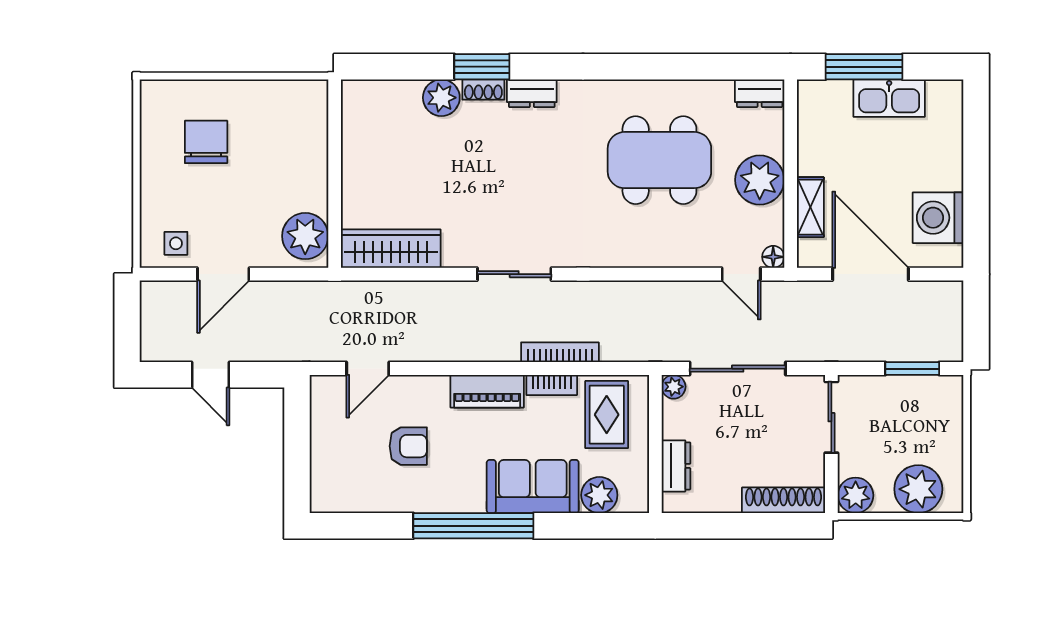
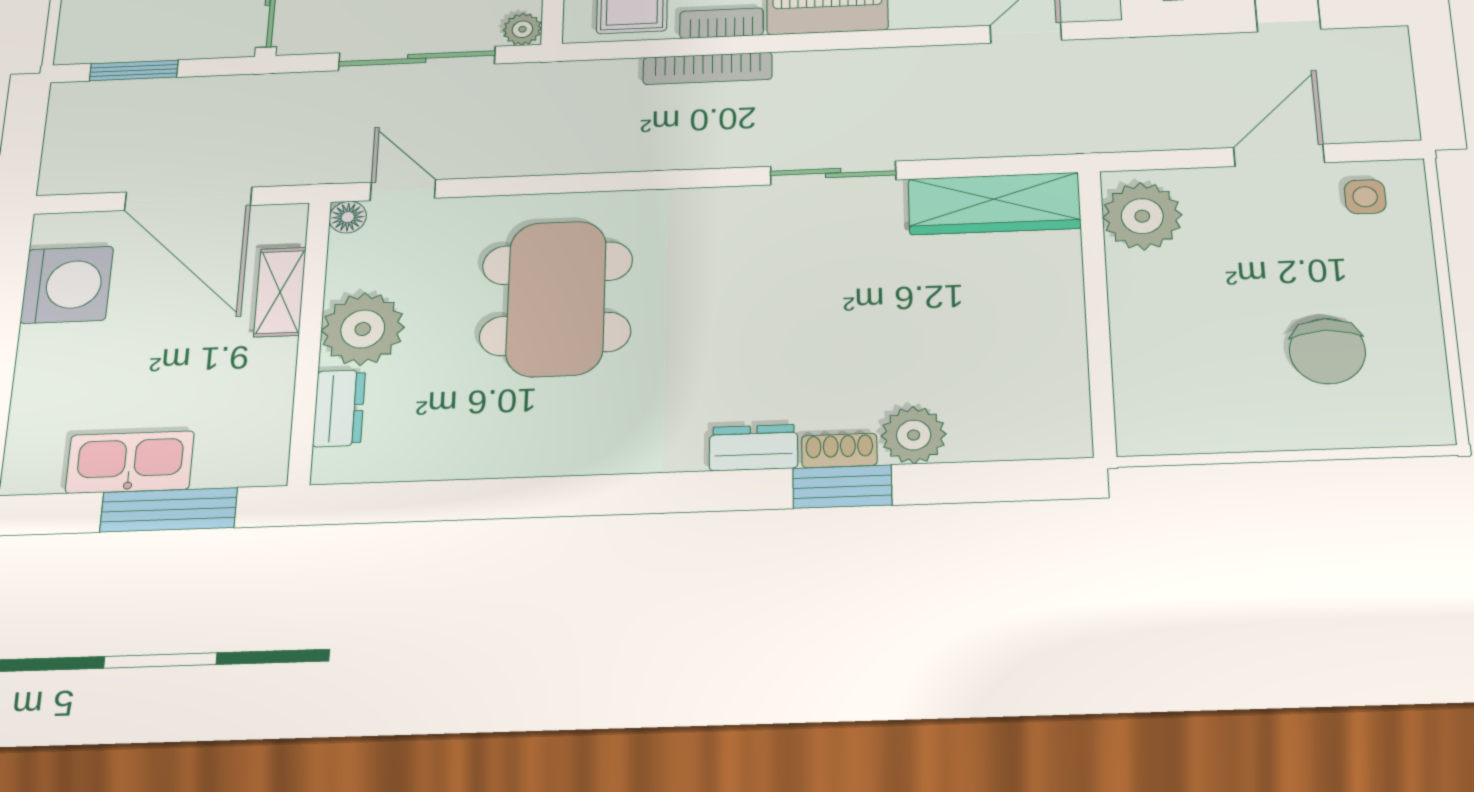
dresser: (760, 93) -> (339, 408), moved, turned 90
dining table: (659, 160) -> (556, 298), moved, turned 90
sliding door: (514, 274) -> (833, 173), moved

